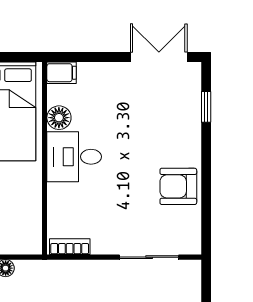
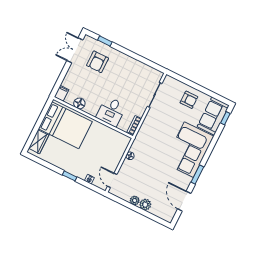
desk: (74, 157) -> (111, 111), moved
armchair: (178, 186) -> (98, 62), moved

